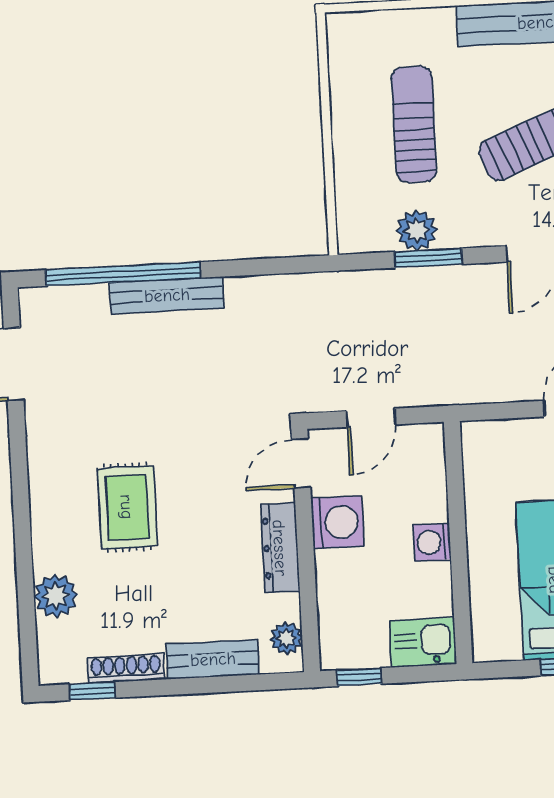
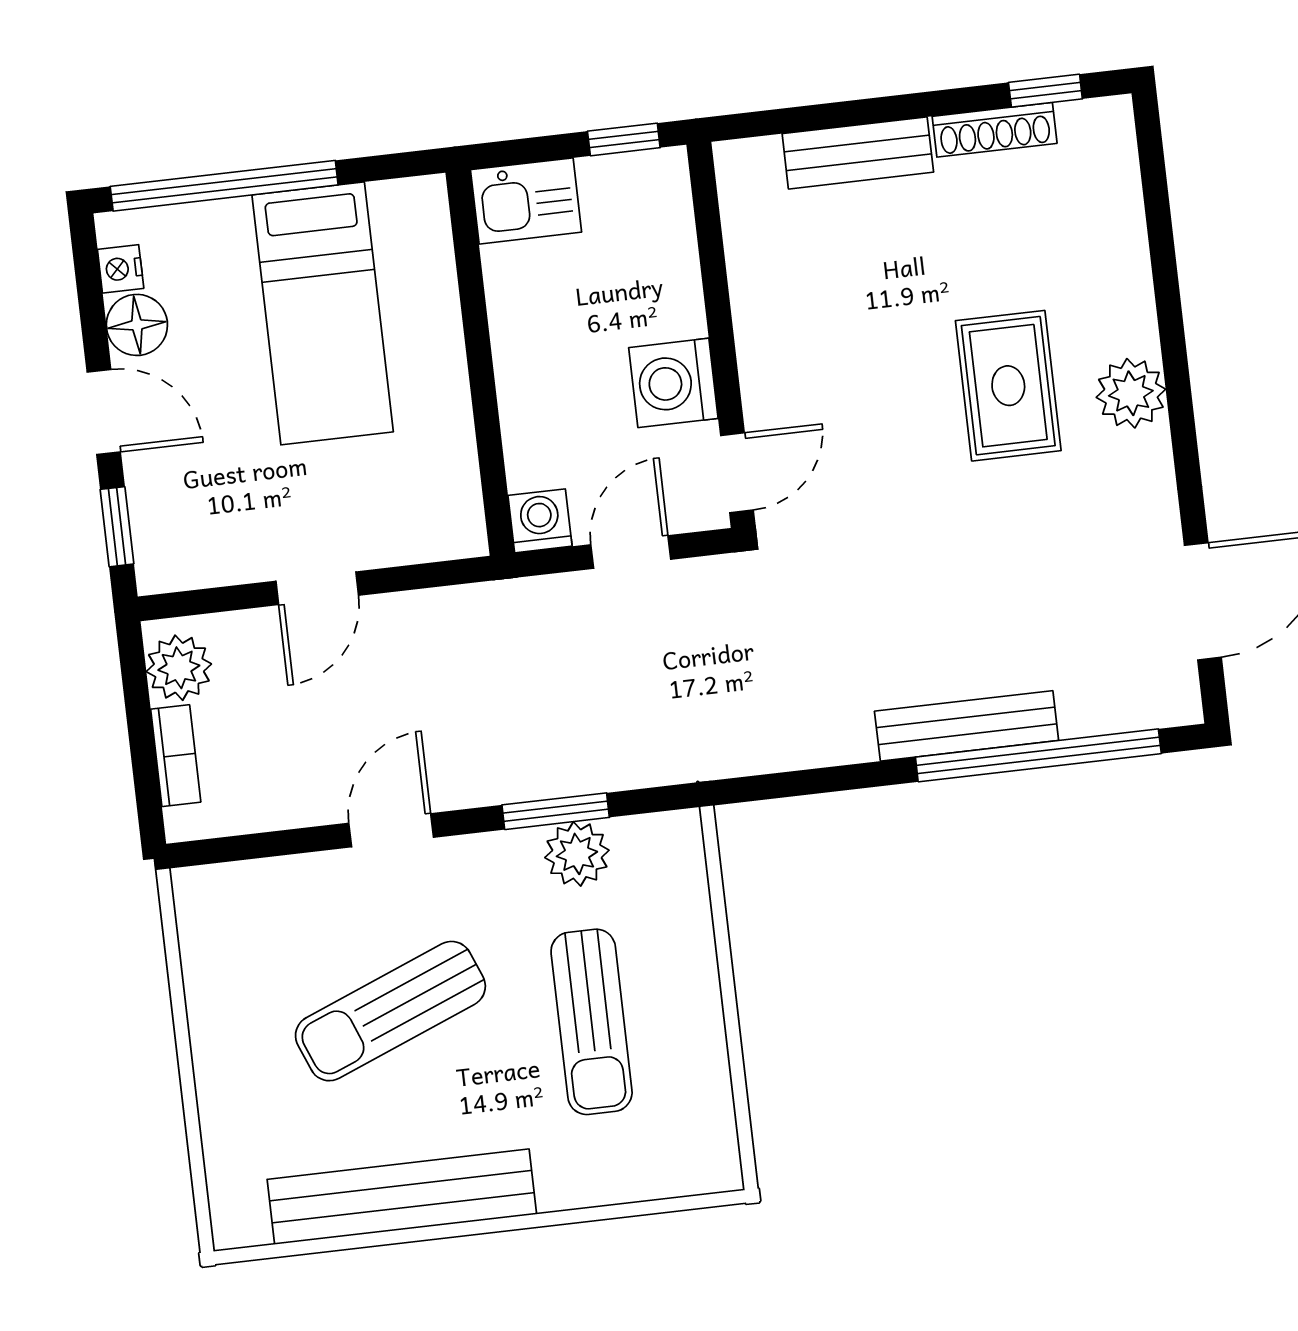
washing machine: (432, 542) -> (540, 521), moved, turned -90
dresser: (280, 548) -> (762, 337), removed
plant: (56, 596) -> (1131, 393), moved
plant: (286, 638) -> (743, 194), removed

